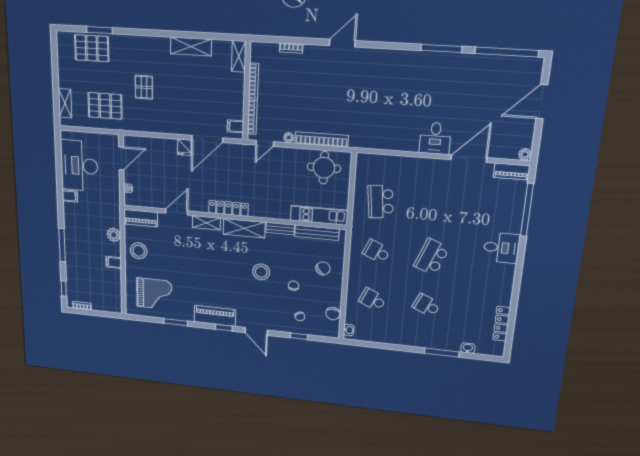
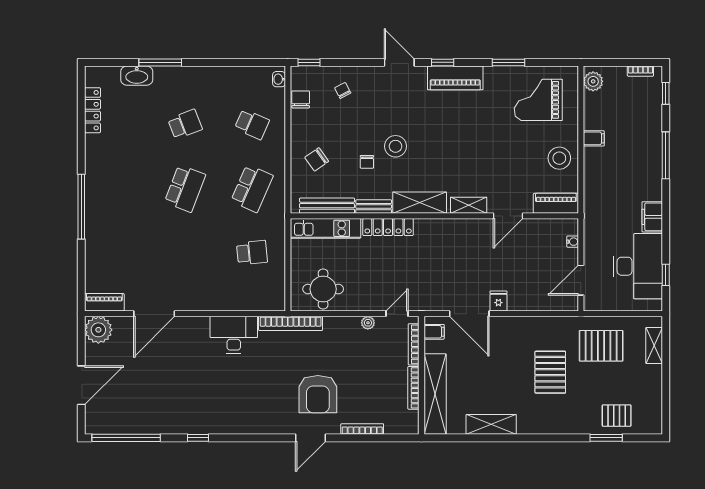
pallet: (92, 48) -> (617, 416), width x0.67, depth x0.71
bookcase: (291, 48) -> (362, 429), width x1.56
window: (441, 48) -> (198, 438), width x0.46
shelving: (239, 56) -> (435, 394), width x2.20, depth x1.33
armchair: (334, 81) -> (318, 394), added
pallet: (144, 87) -> (550, 372), width x1.50, depth x1.42
desk: (435, 138) -> (234, 335), moved, width x1.37
door: (207, 139) -> (469, 314), swing flipped
bookcase: (322, 139) -> (291, 323), moved
plant: (525, 154) -> (98, 330), width x1.88, depth x1.88
window: (59, 157) -> (666, 275), added
filing cabinet: (70, 196) -> (652, 217), width x2.00
school desk: (381, 202) -> (252, 253), width x0.54
locker: (228, 208) -> (388, 227), moved
window: (527, 210) -> (81, 207), moved
plant: (114, 235) -> (593, 81), moved
desk: (501, 248) -> (105, 208), removed
school desk: (376, 252) -> (252, 188), width x1.85
chair: (294, 286) -> (367, 162), moved
school desk: (427, 305) -> (185, 124), turned -45
window: (299, 336) -> (309, 62), moved
washbasin: (468, 348) -> (137, 76), width x1.91, depth x1.45

